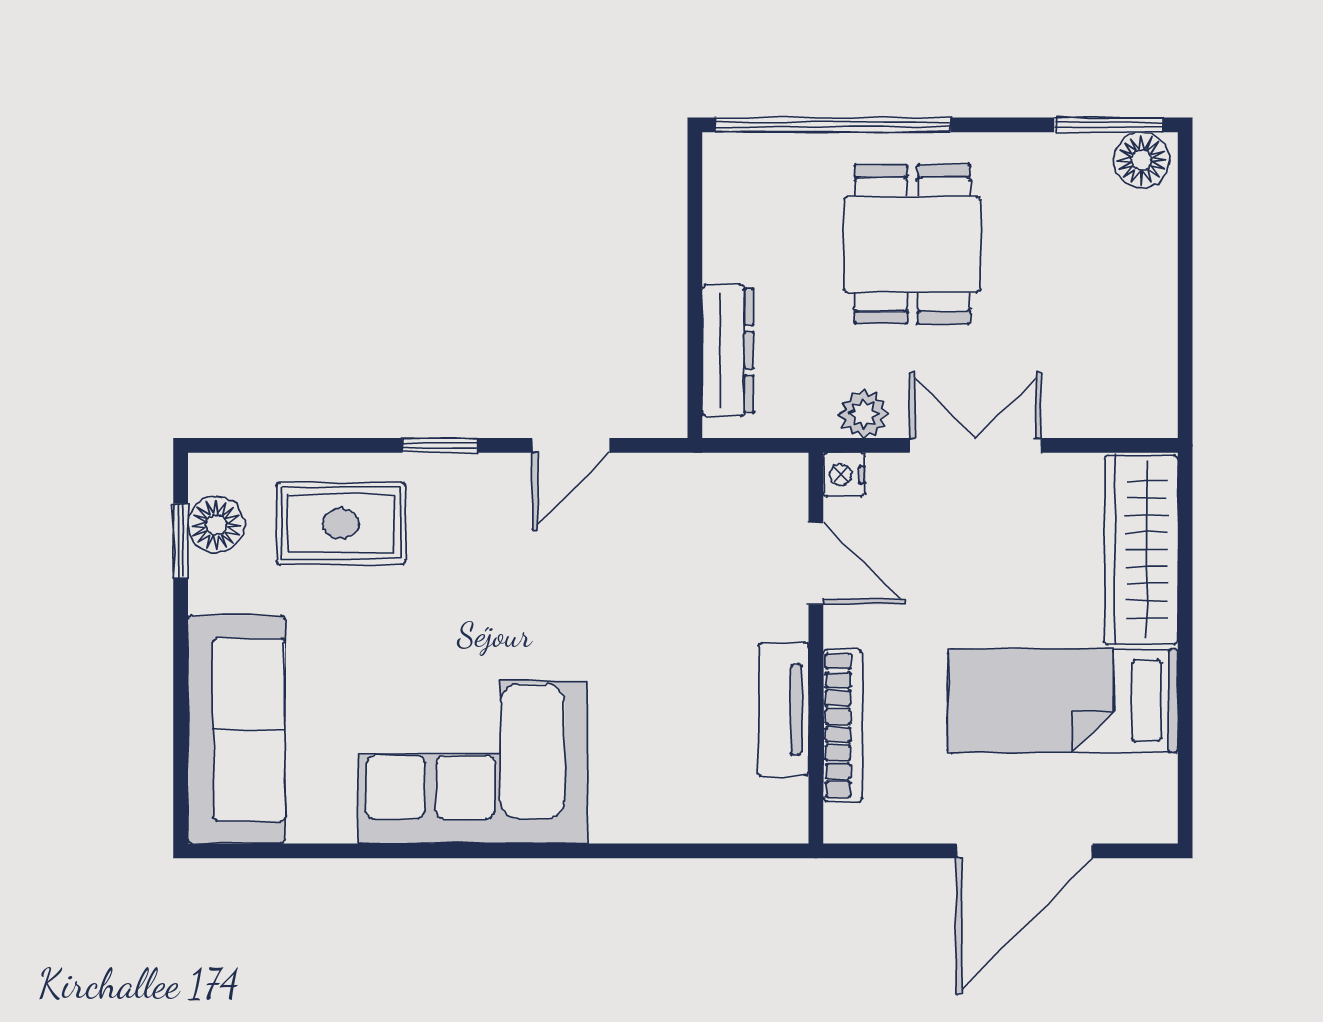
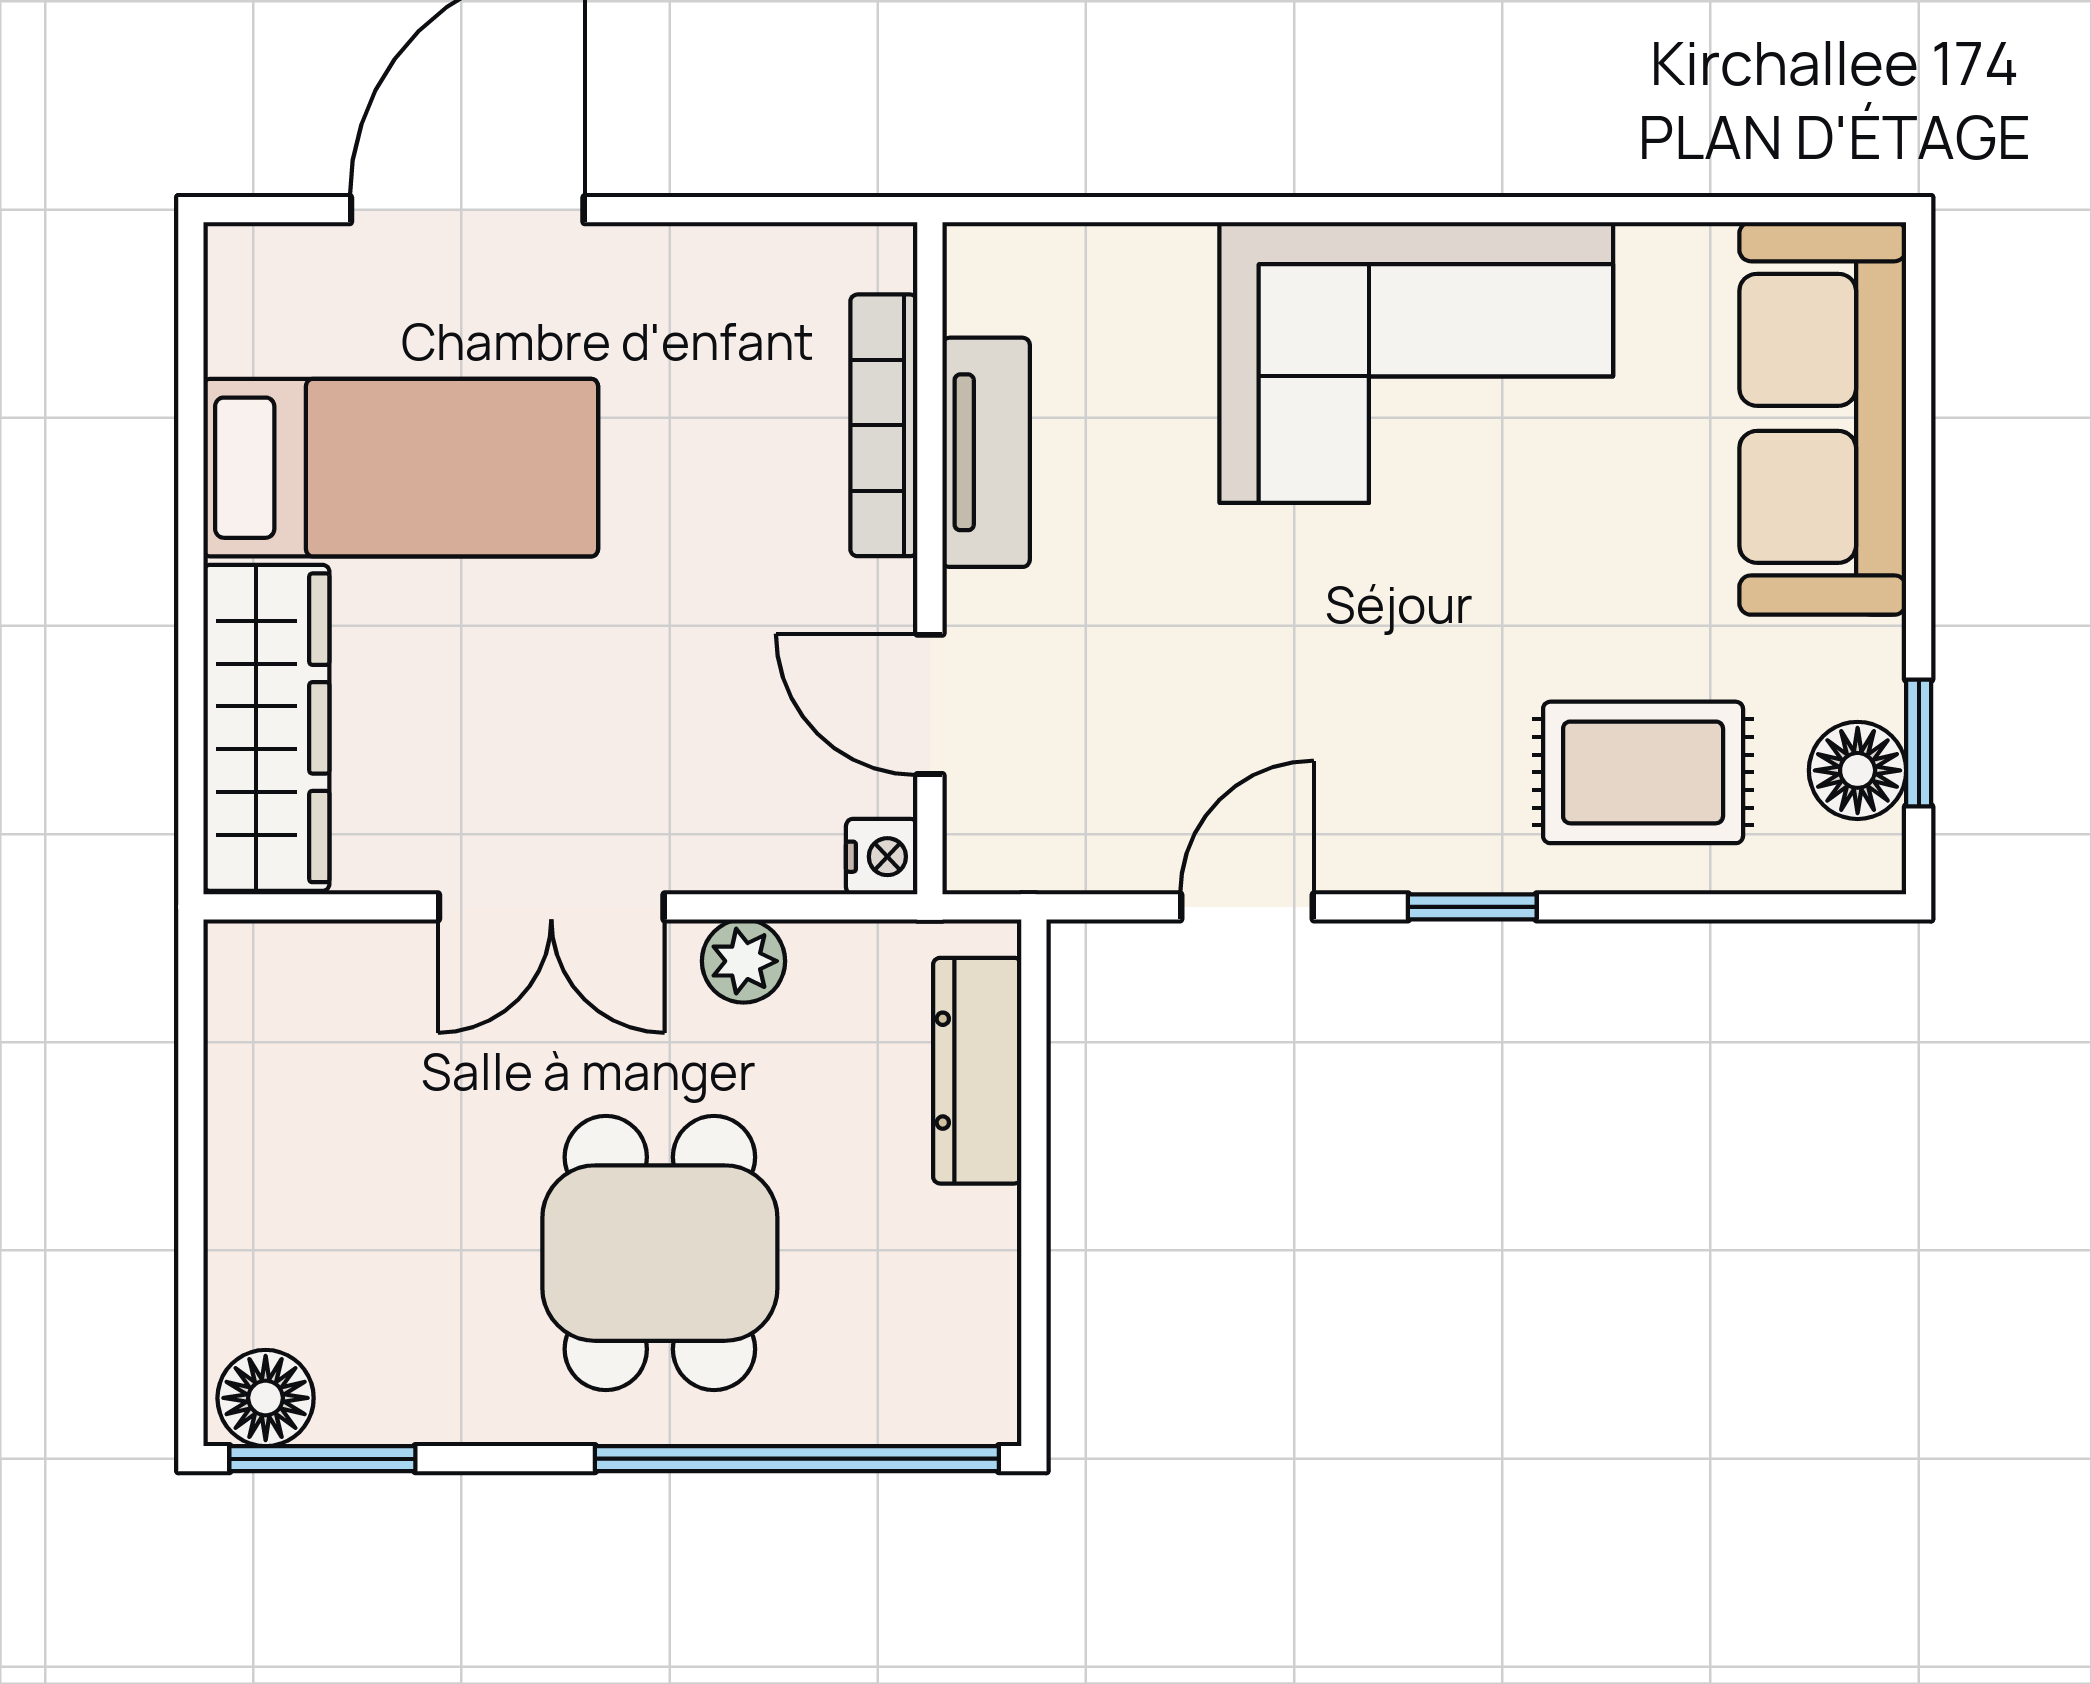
nightstand: (844, 475) -> (882, 857), moved
door: (816, 563) -> (930, 704), moved
wall: (816, 648) -> (930, 558), moved
tv unit: (783, 710) -> (986, 452), moved
bookcase: (843, 725) -> (884, 425), moved

